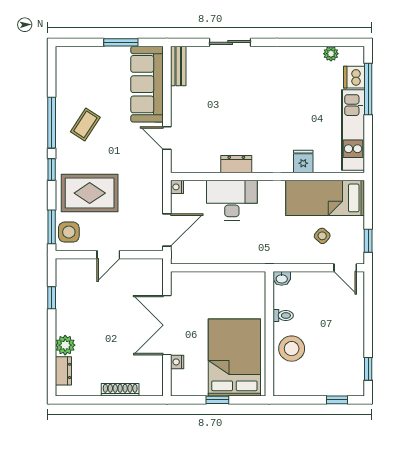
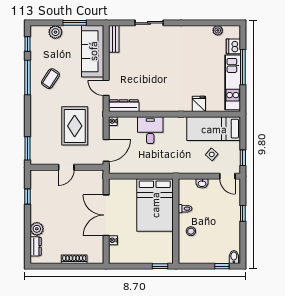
plant: (93, 56) -> (55, 32), added
window: (368, 89) -> (243, 67), moved
dresser: (236, 164) -> (124, 106), moved, width x1.44
window: (52, 170) -> (28, 44), moved
rug: (90, 193) -> (75, 126), moved, turned 90
desk: (232, 200) -> (150, 130), width x0.73
side table: (69, 232) -> (39, 152), removed
washbasin: (282, 278) -> (202, 183), moved
stool: (292, 349) -> (191, 231), width x0.53, depth x0.53
bed: (234, 358) -> (155, 205), moved, turned 180
window: (368, 369) -> (243, 213), moved
bidet: (355, 386) -> (234, 257), added
window: (217, 400) -> (160, 266), moved

